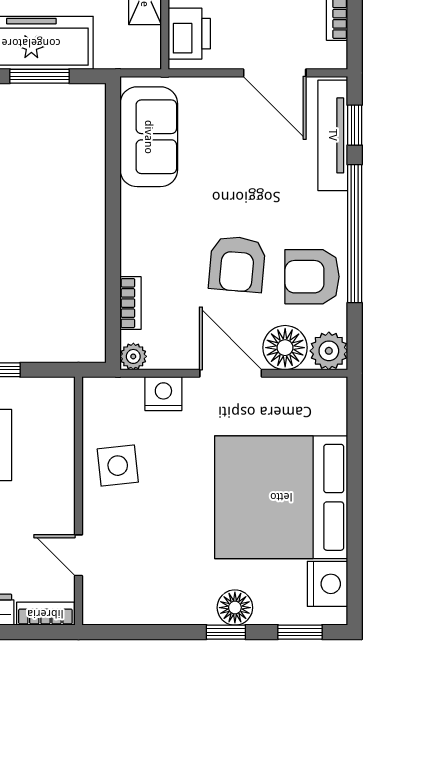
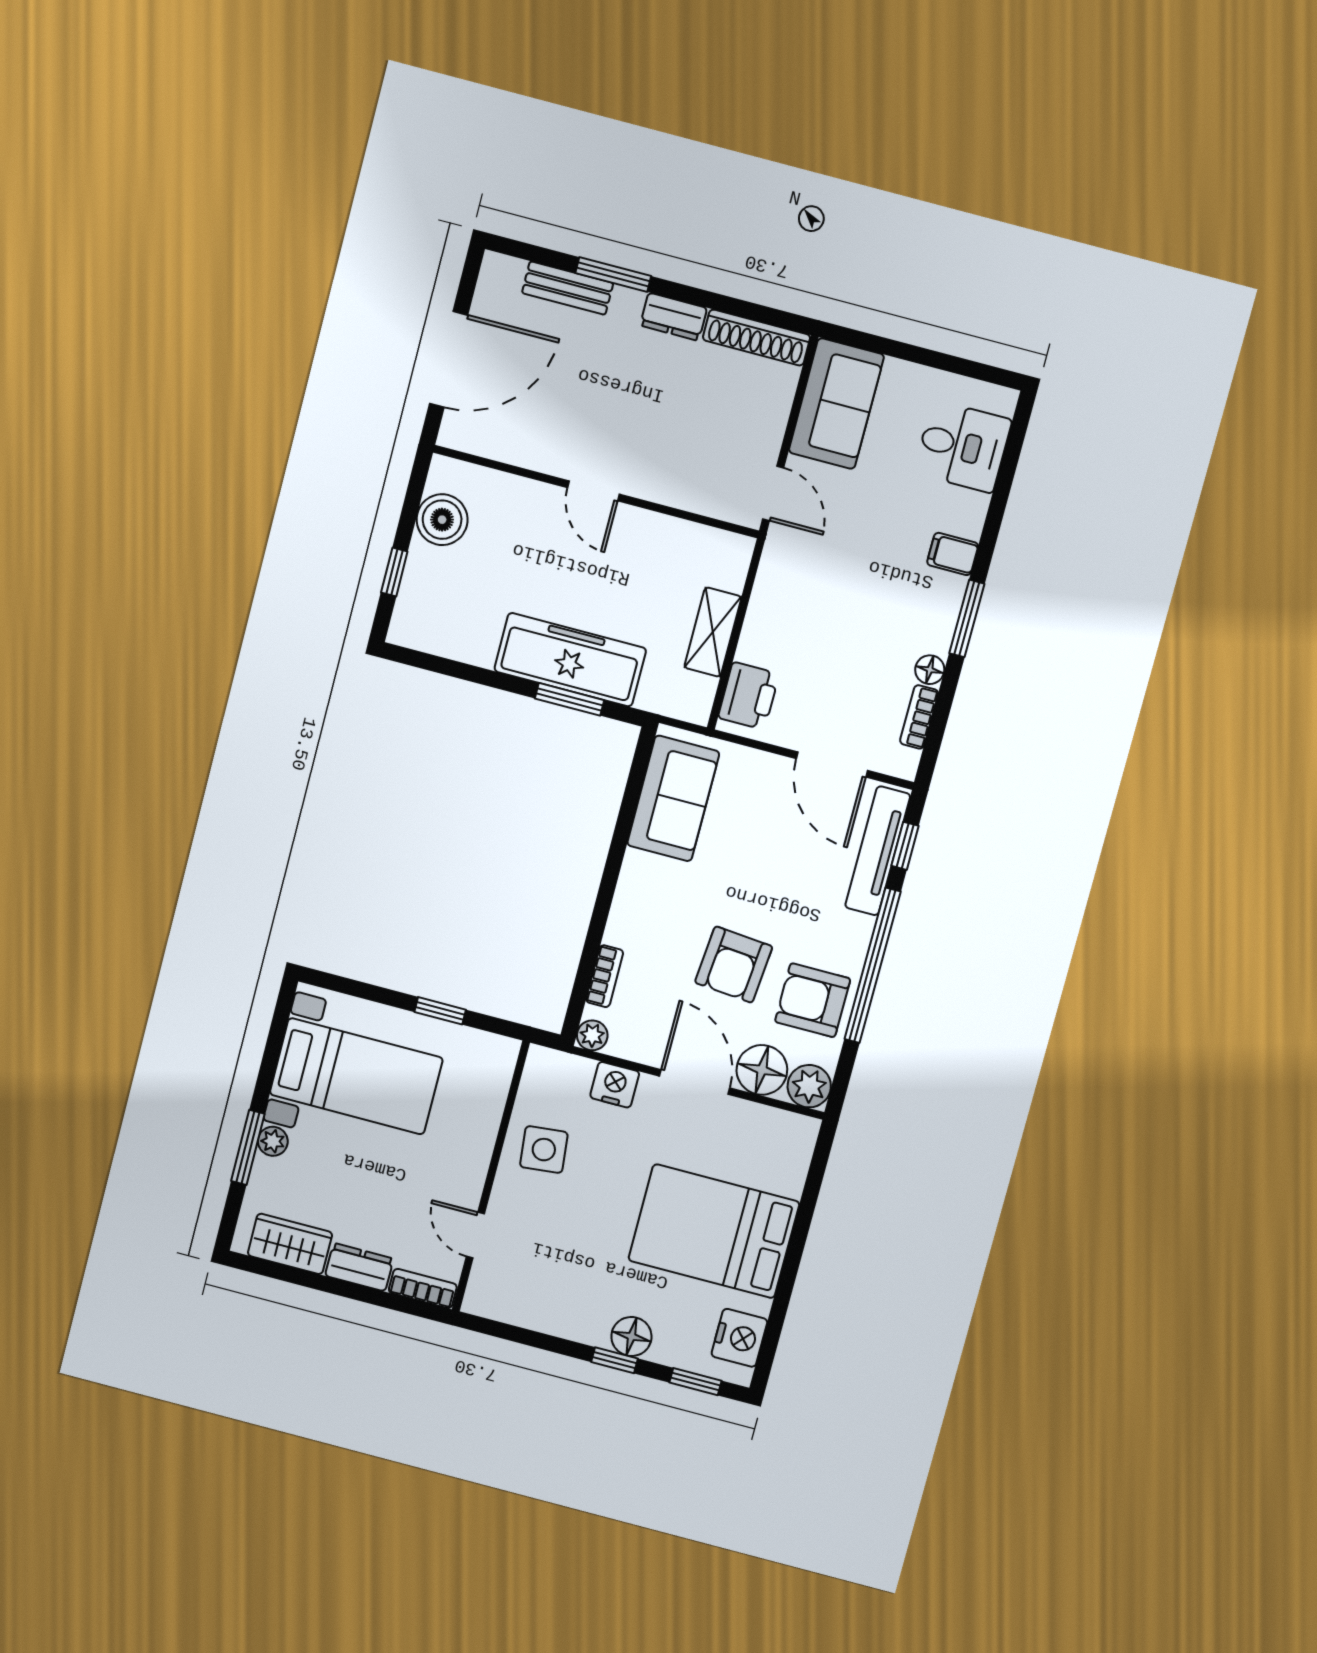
bed: (281, 497) -> (714, 1231), width x0.73

